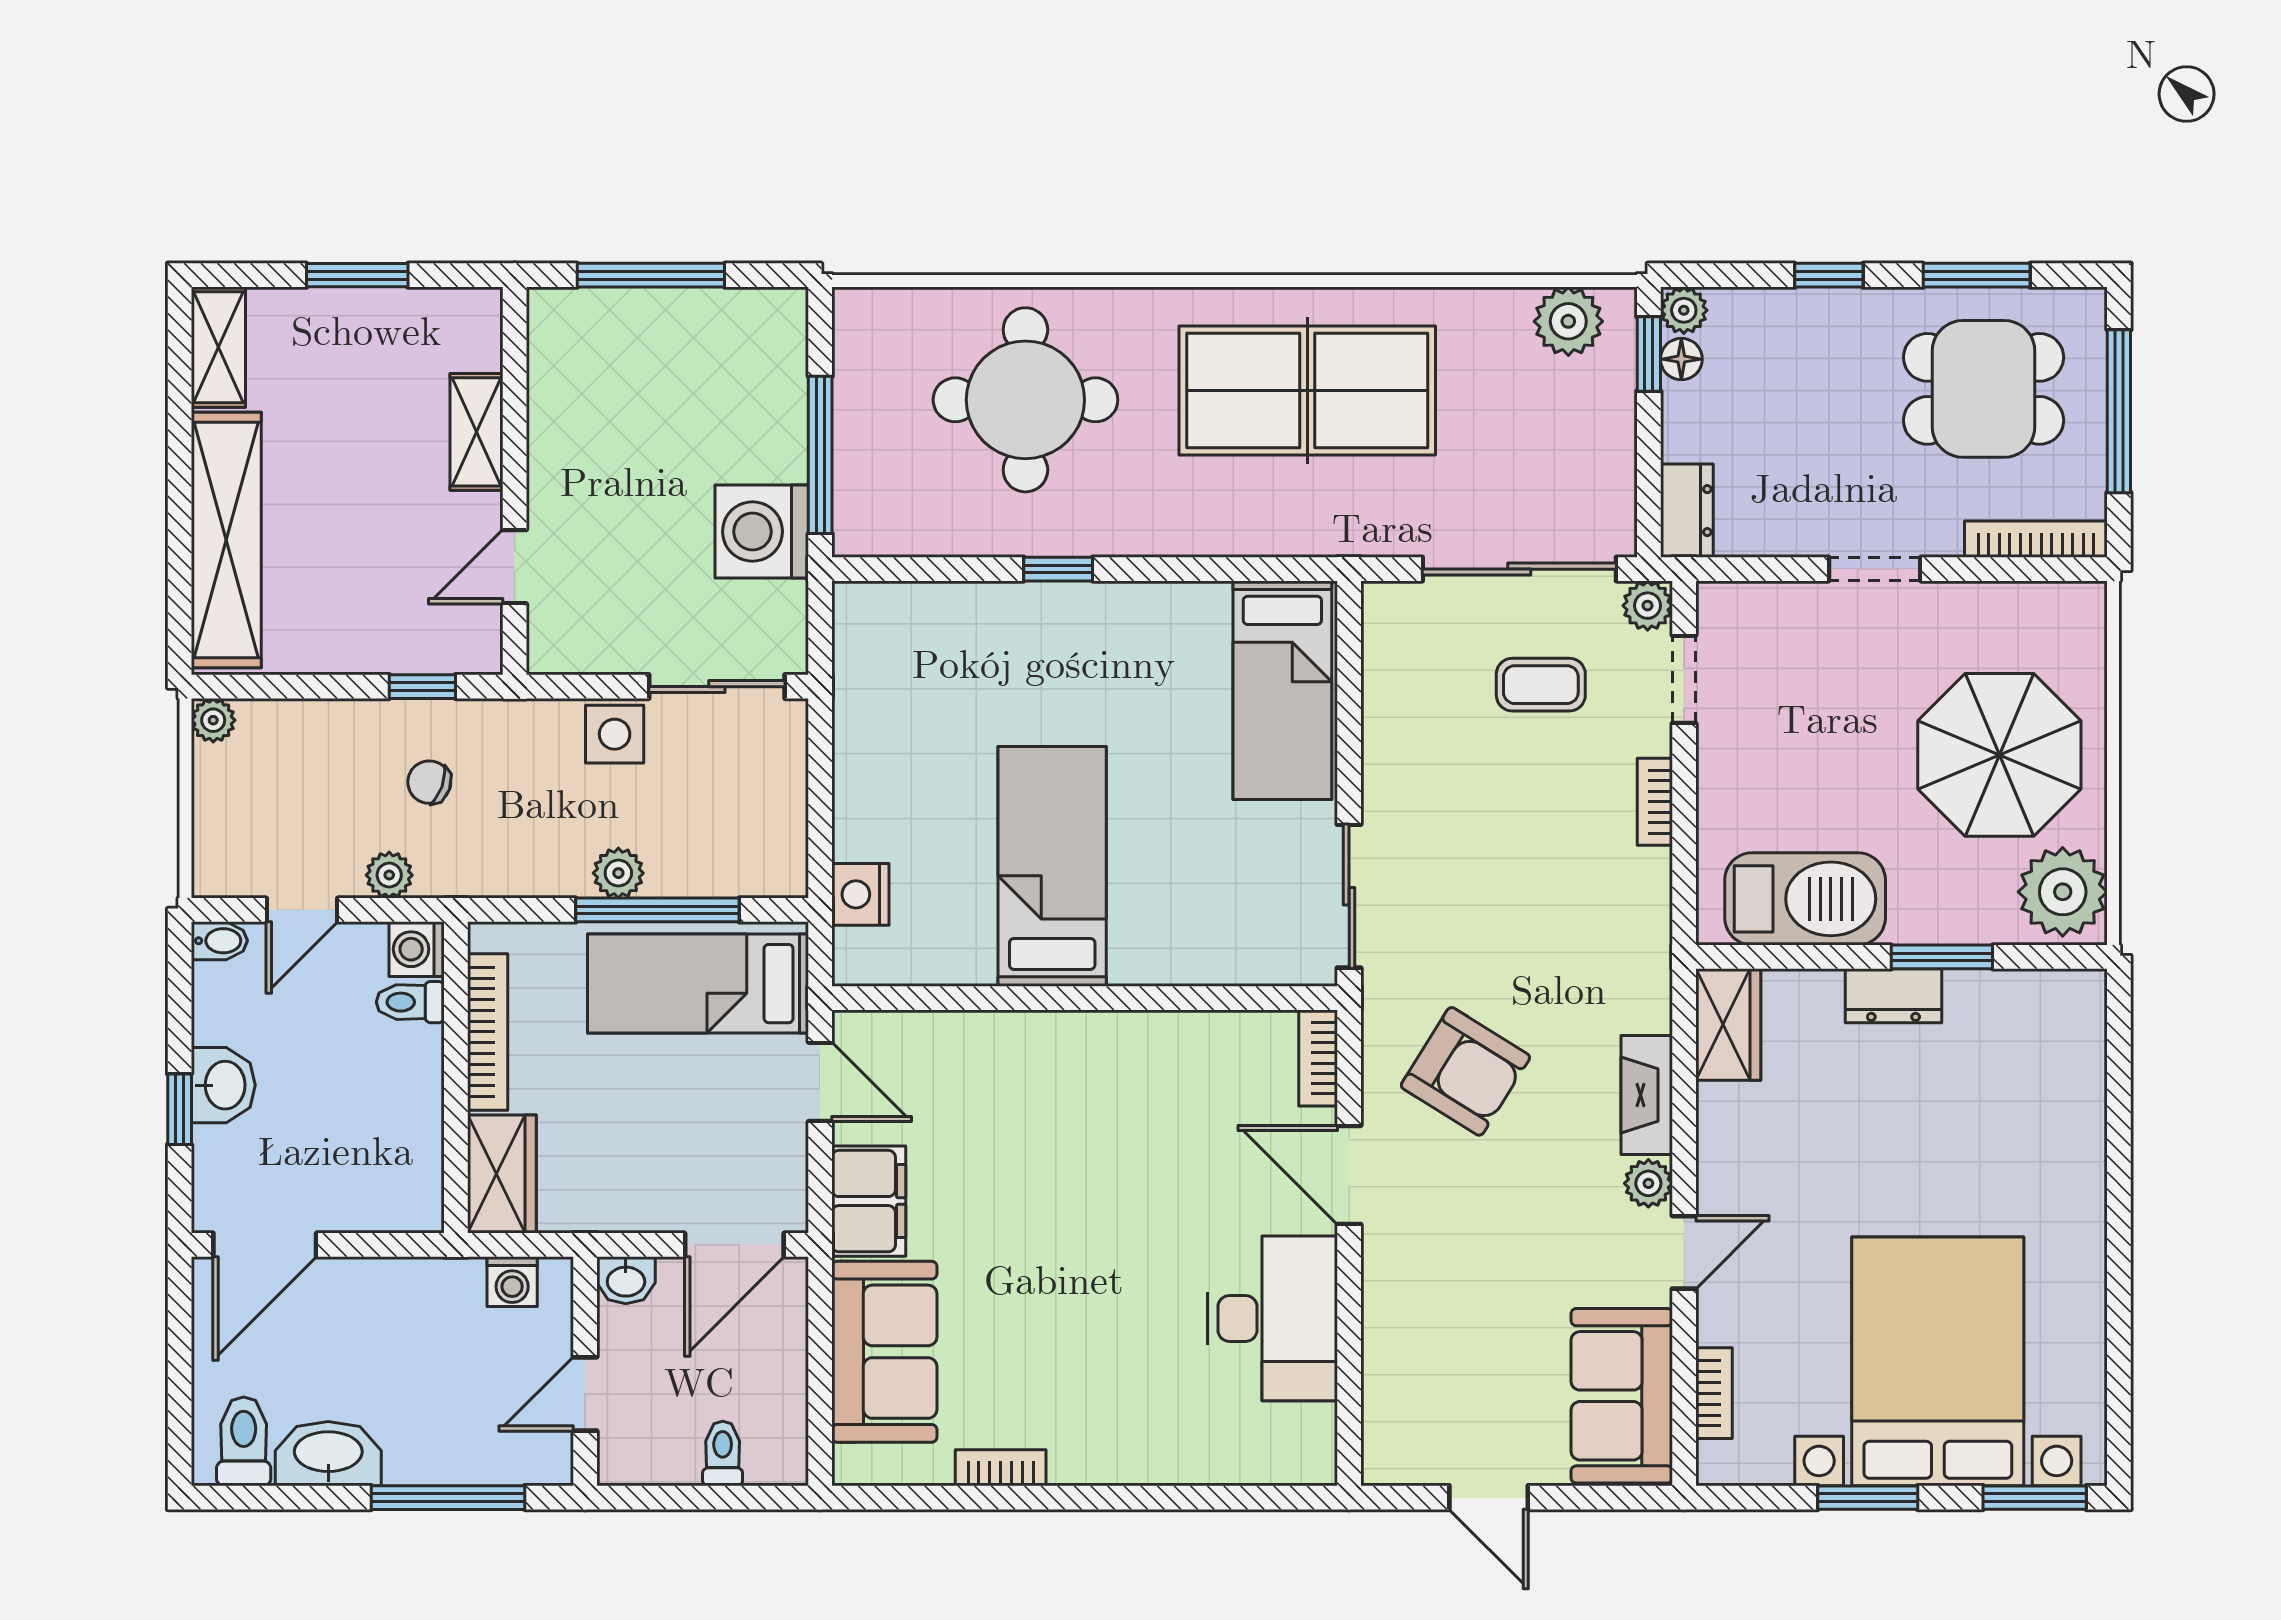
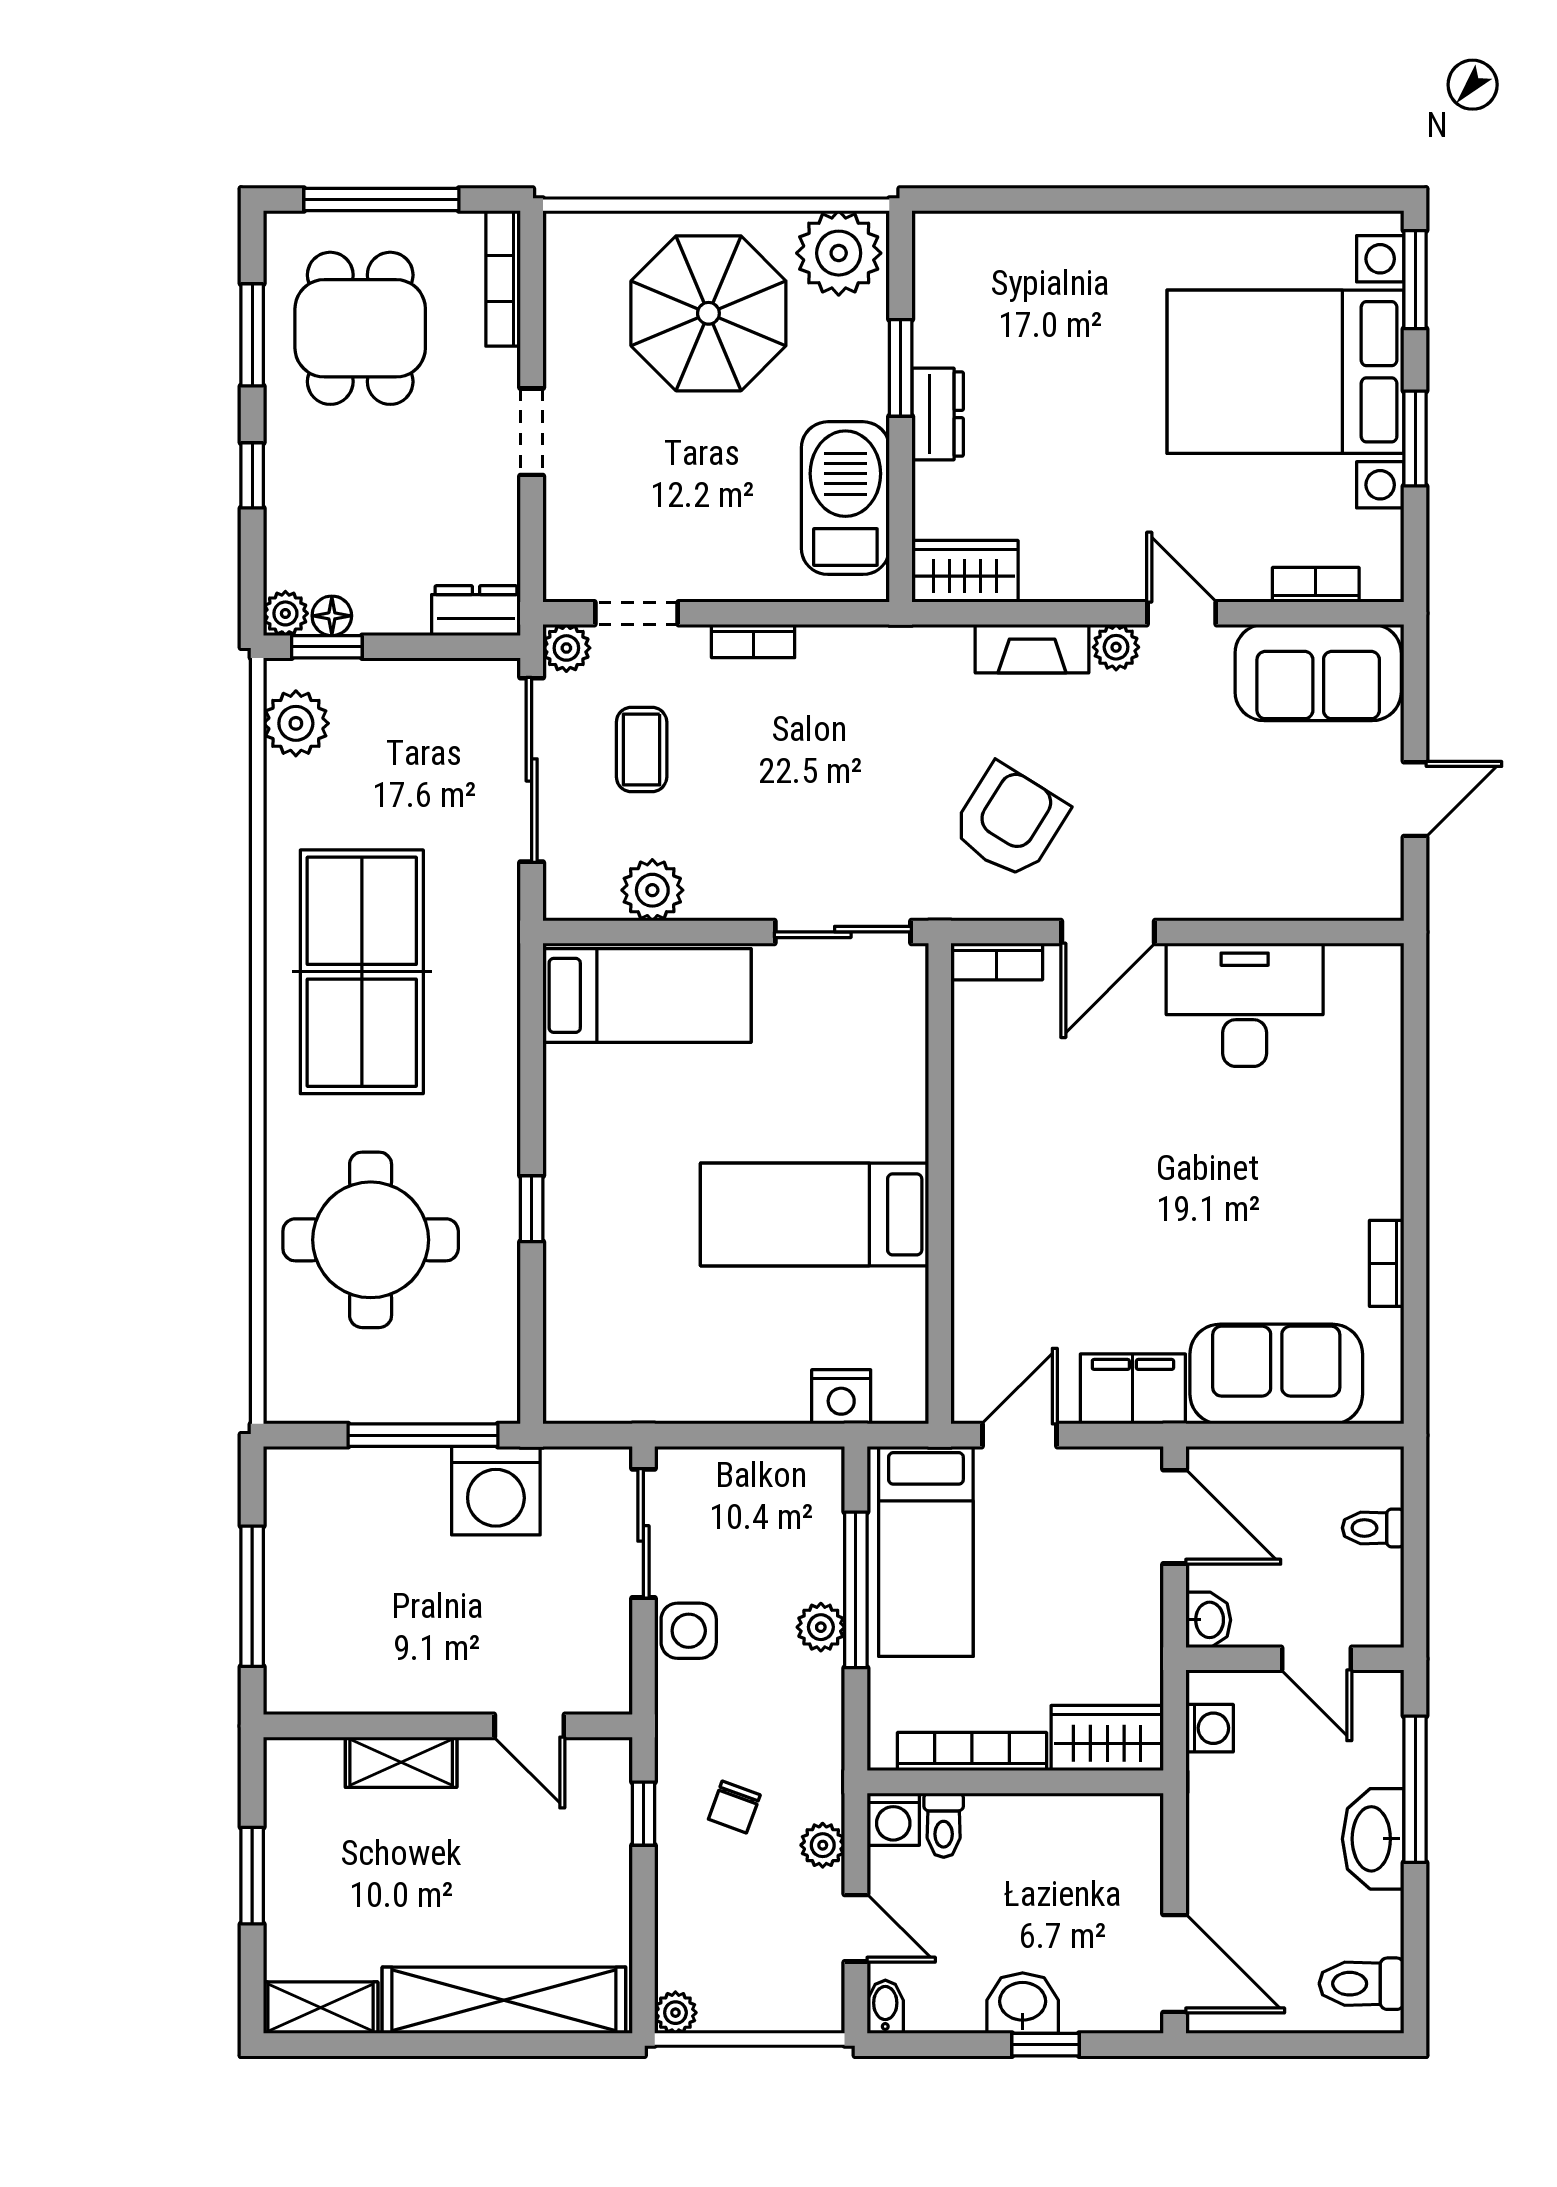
plant: (1393, 696) -> (652, 890), added
washbasin: (328, 1454) -> (1373, 1839), moved

